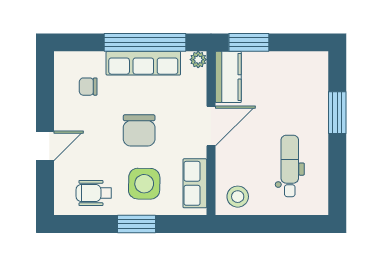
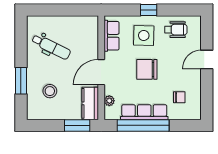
plant: (198, 60) -> (109, 101), moved
chair: (139, 130) -> (147, 69), turned -90
dental chair: (290, 166) -> (51, 47), turned -64
stool: (238, 197) -> (50, 91), moved
window: (136, 224) -> (149, 10), width x0.67

